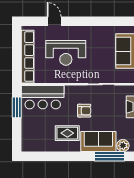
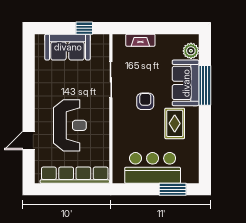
bar counter: (43, 97) -> (153, 168), moved, turned -90
window: (17, 107) -> (173, 189), moved
window: (110, 156) -> (205, 85), moved

